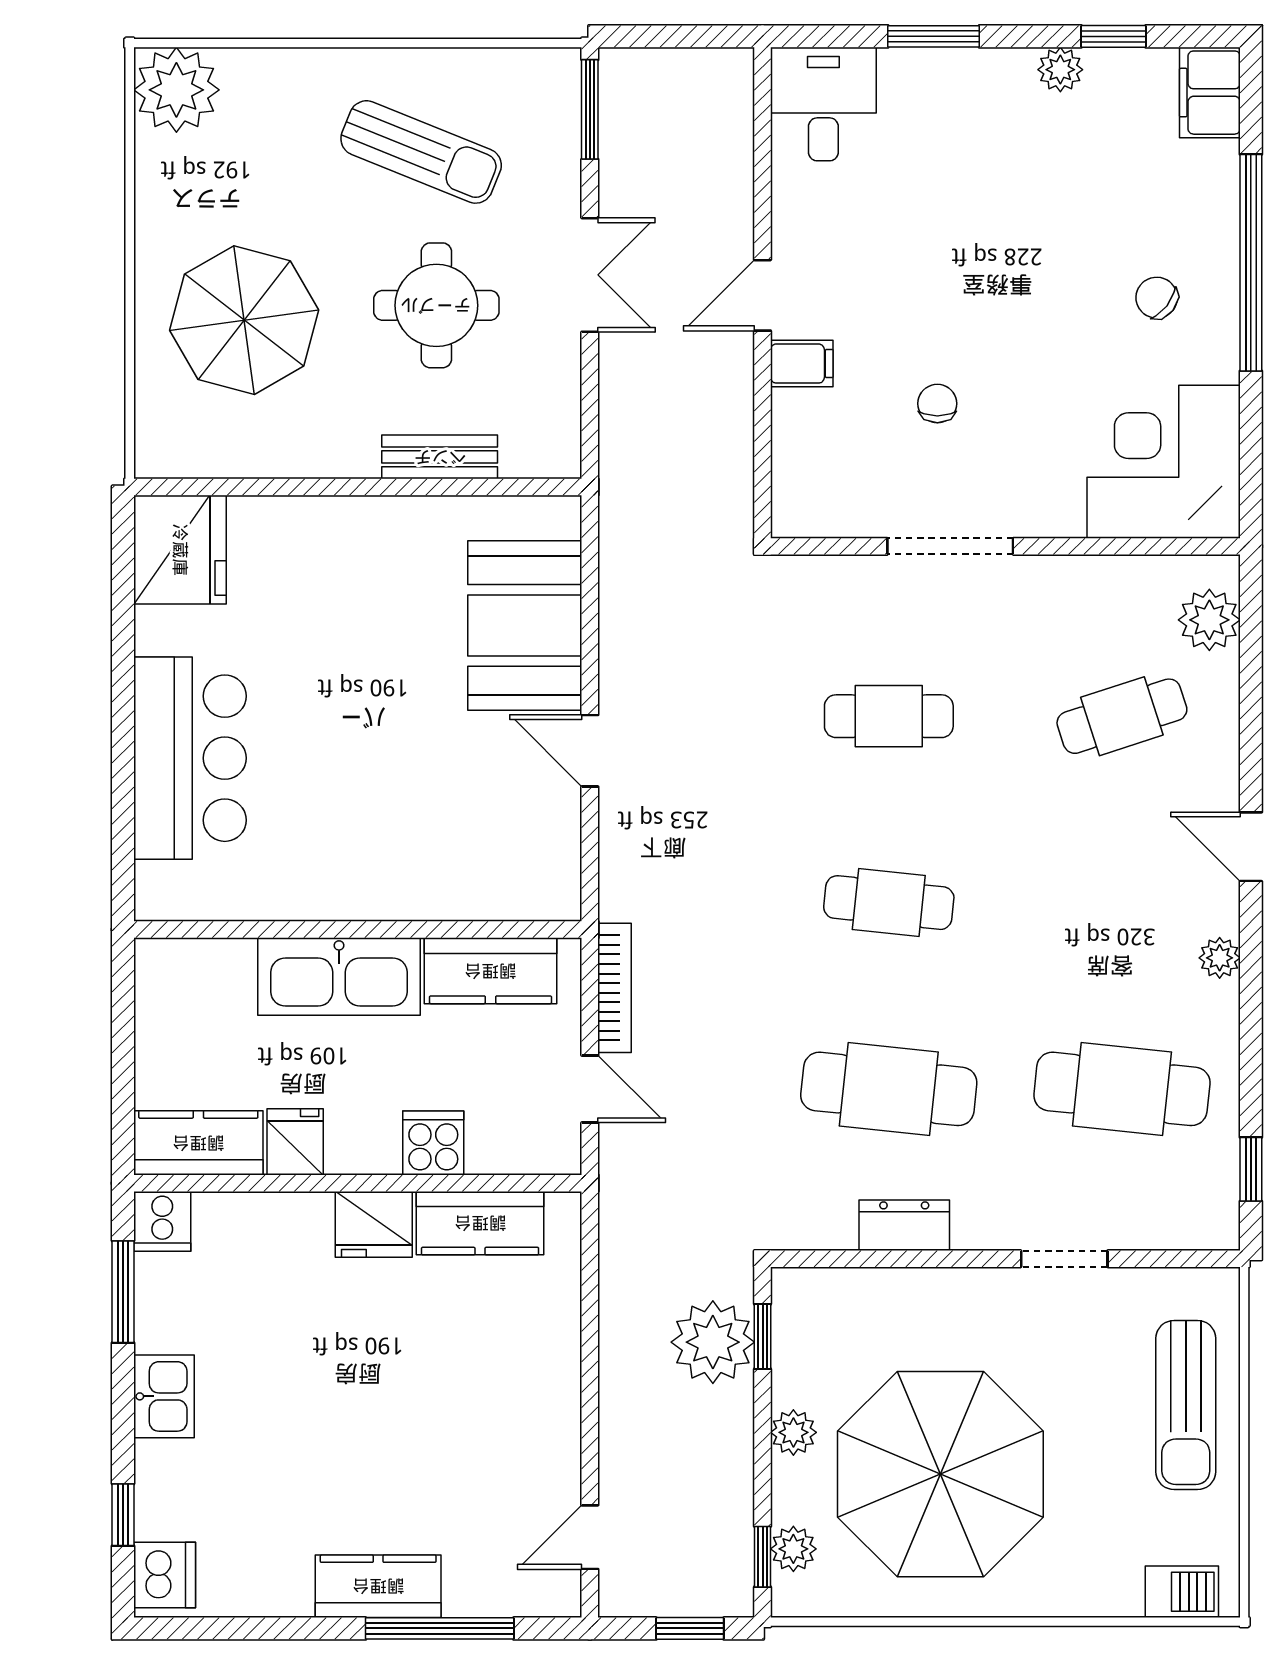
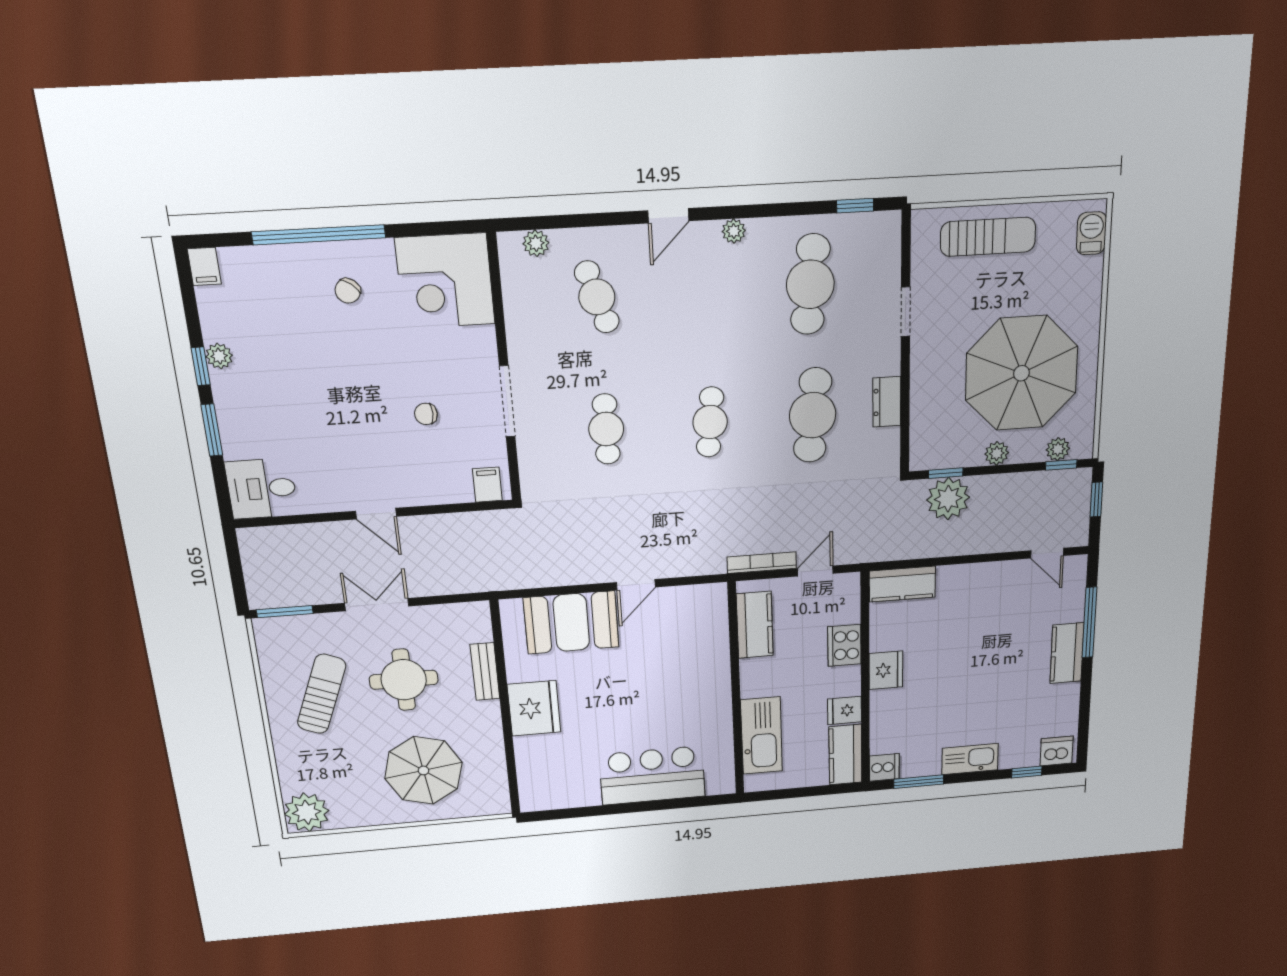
window: (1113, 36) -> (201, 366), moved
filing cabinet: (1210, 93) -> (204, 266), width x0.50
filing cabinet: (802, 364) -> (487, 485), moved
fridge: (180, 550) -> (534, 708), moved, turned 90
plant: (1209, 620) -> (536, 243), width x0.73, depth x0.73
kitchen sink: (339, 977) -> (762, 736), moved
cooker: (433, 1143) -> (844, 645), width x1.36
kitchen counter: (480, 1223) -> (902, 584), moved, turned 90
kitchen sink: (164, 1396) -> (970, 759), width x1.38

